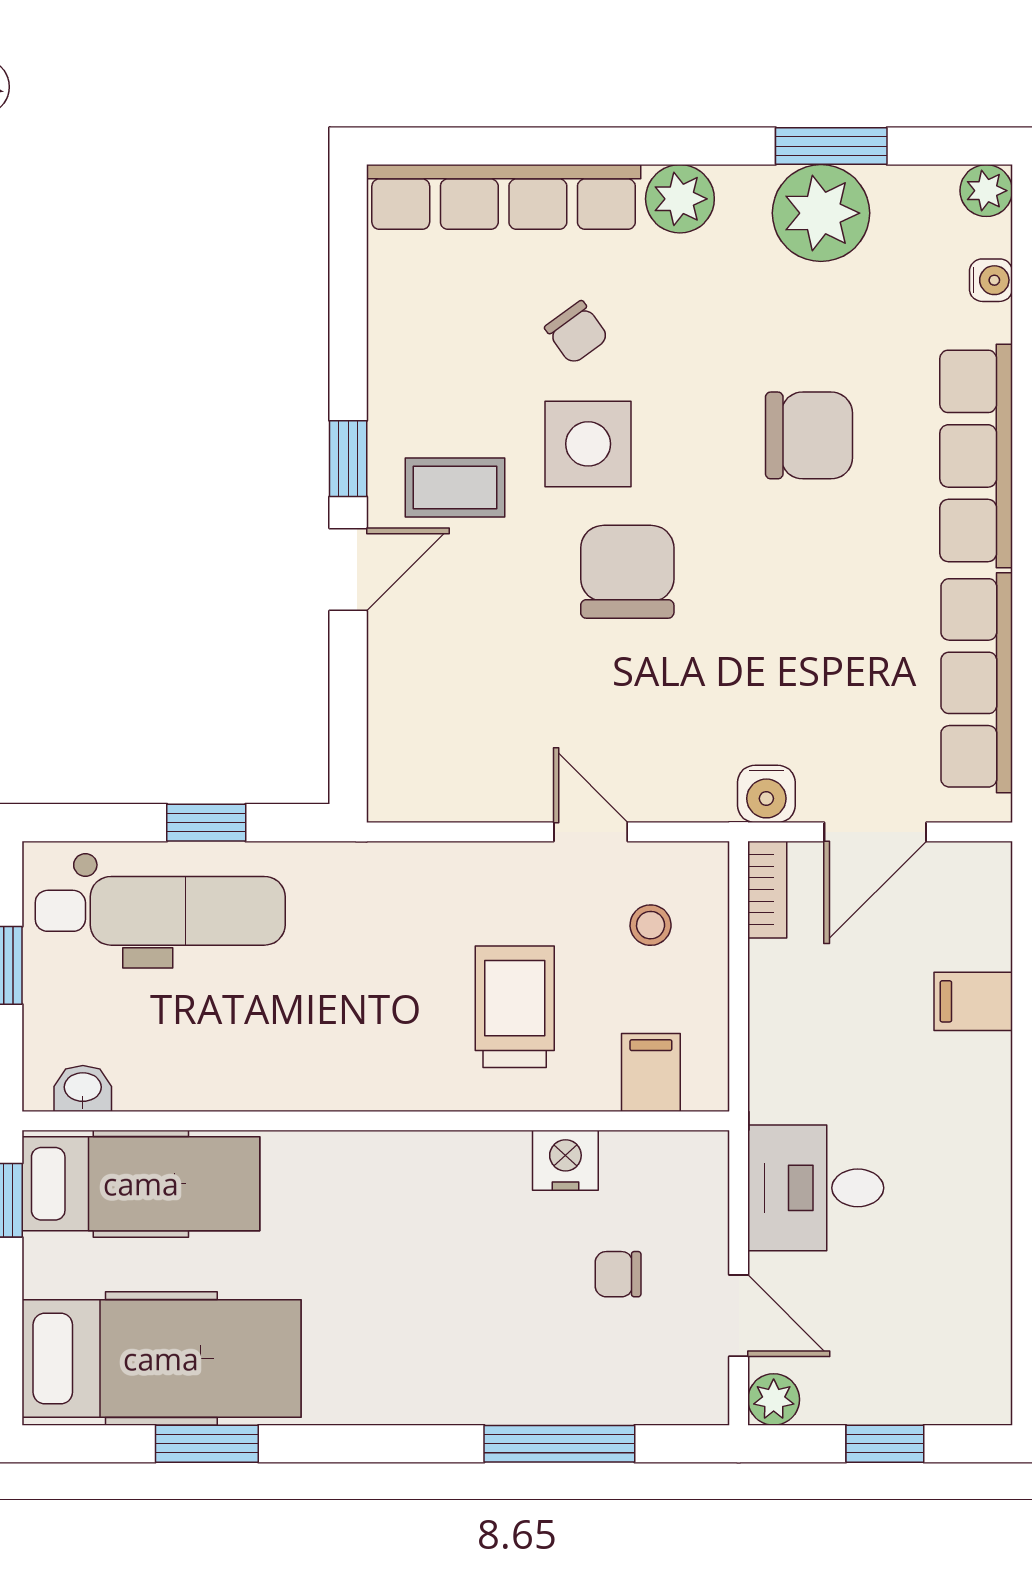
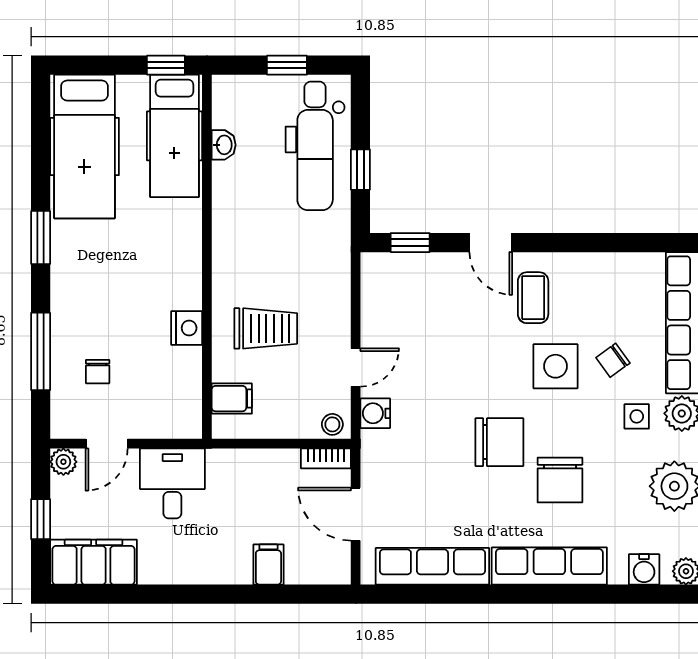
water cooler: (991, 280) -> (644, 569), width x1.38, depth x1.38
side table: (686, 286) -> (637, 416), added
window: (348, 459) -> (410, 243), moved
chair: (627, 572) -> (499, 442), moved
water cooler: (766, 794) -> (375, 413), moved
stool: (651, 925) -> (332, 424), moved
washbasin: (83, 1088) -> (224, 145), moved
nightstand: (565, 1160) -> (187, 328), moved
chair: (618, 1274) -> (98, 372), moved, turned 180
filing cabinet: (969, 1341) -> (94, 562), added
window: (207, 1444) -> (41, 238), moved

